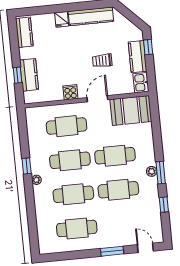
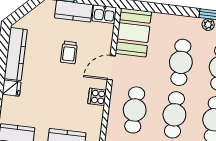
door: (97, 99) -> (111, 68), hinge flipped

